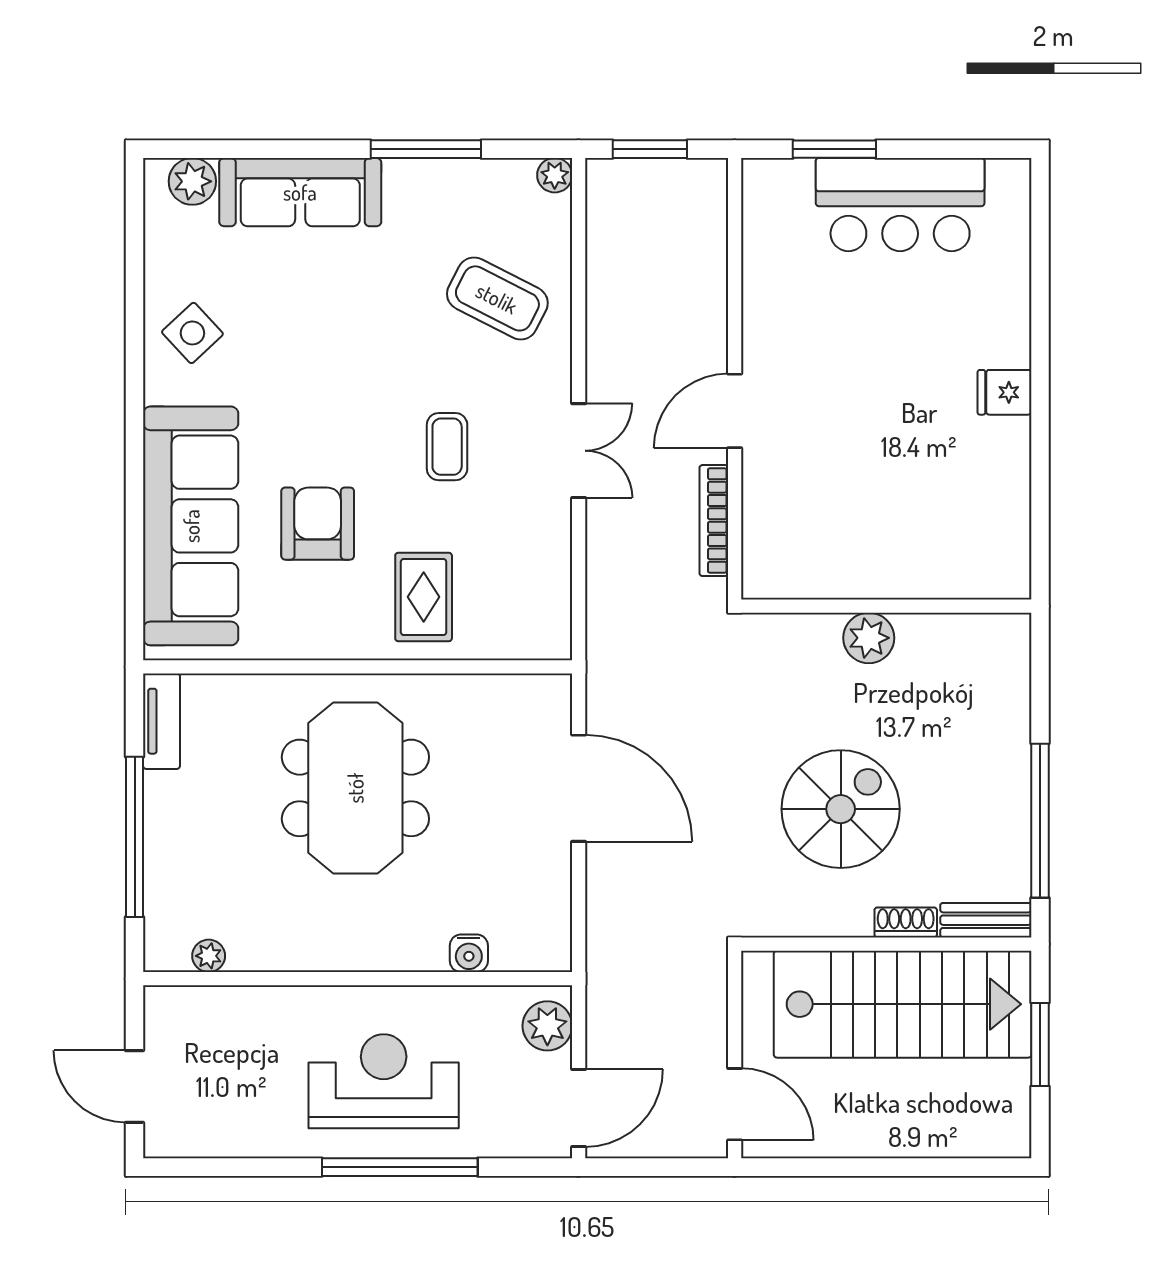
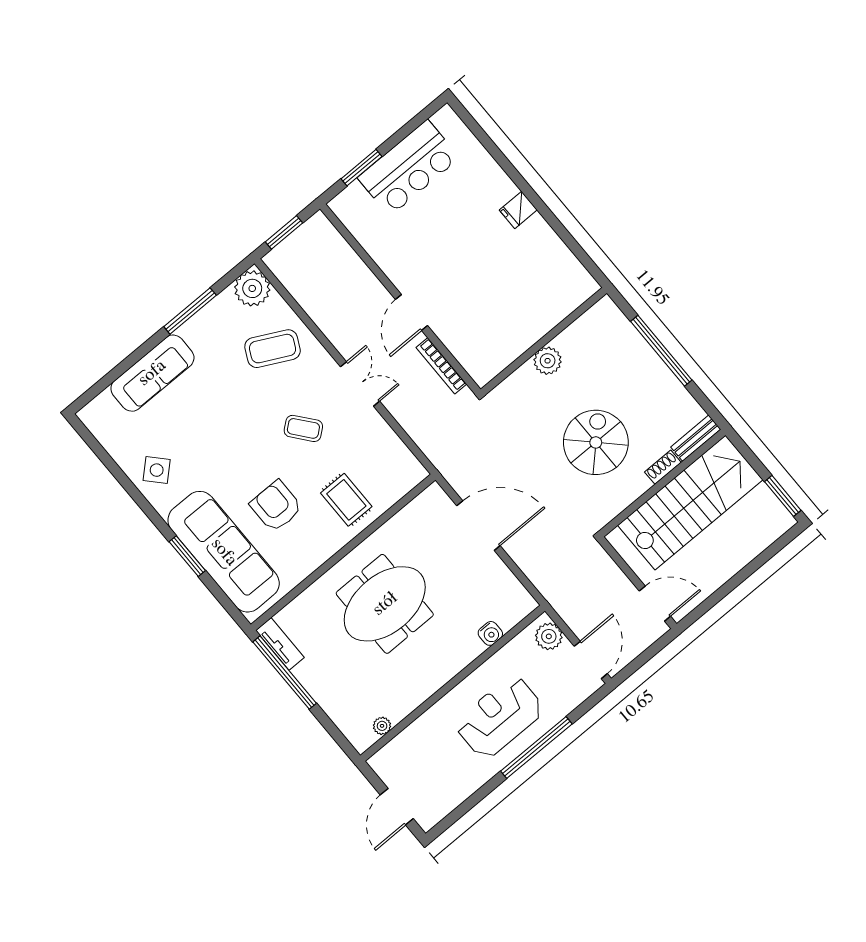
plant: (555, 175) -> (252, 288), width x1.88, depth x1.88
plant: (192, 181) -> (103, 406), removed
coffee table: (447, 447) -> (303, 428), turned -39
window: (135, 489) -> (187, 556), added
meeting table: (355, 788) -> (385, 604), turned 90
window: (1040, 821) -> (661, 351), moved
window: (135, 837) -> (285, 673), moved
window: (1040, 1045) -> (783, 496), moved
door: (135, 1086) -> (397, 807), hinge flipped

